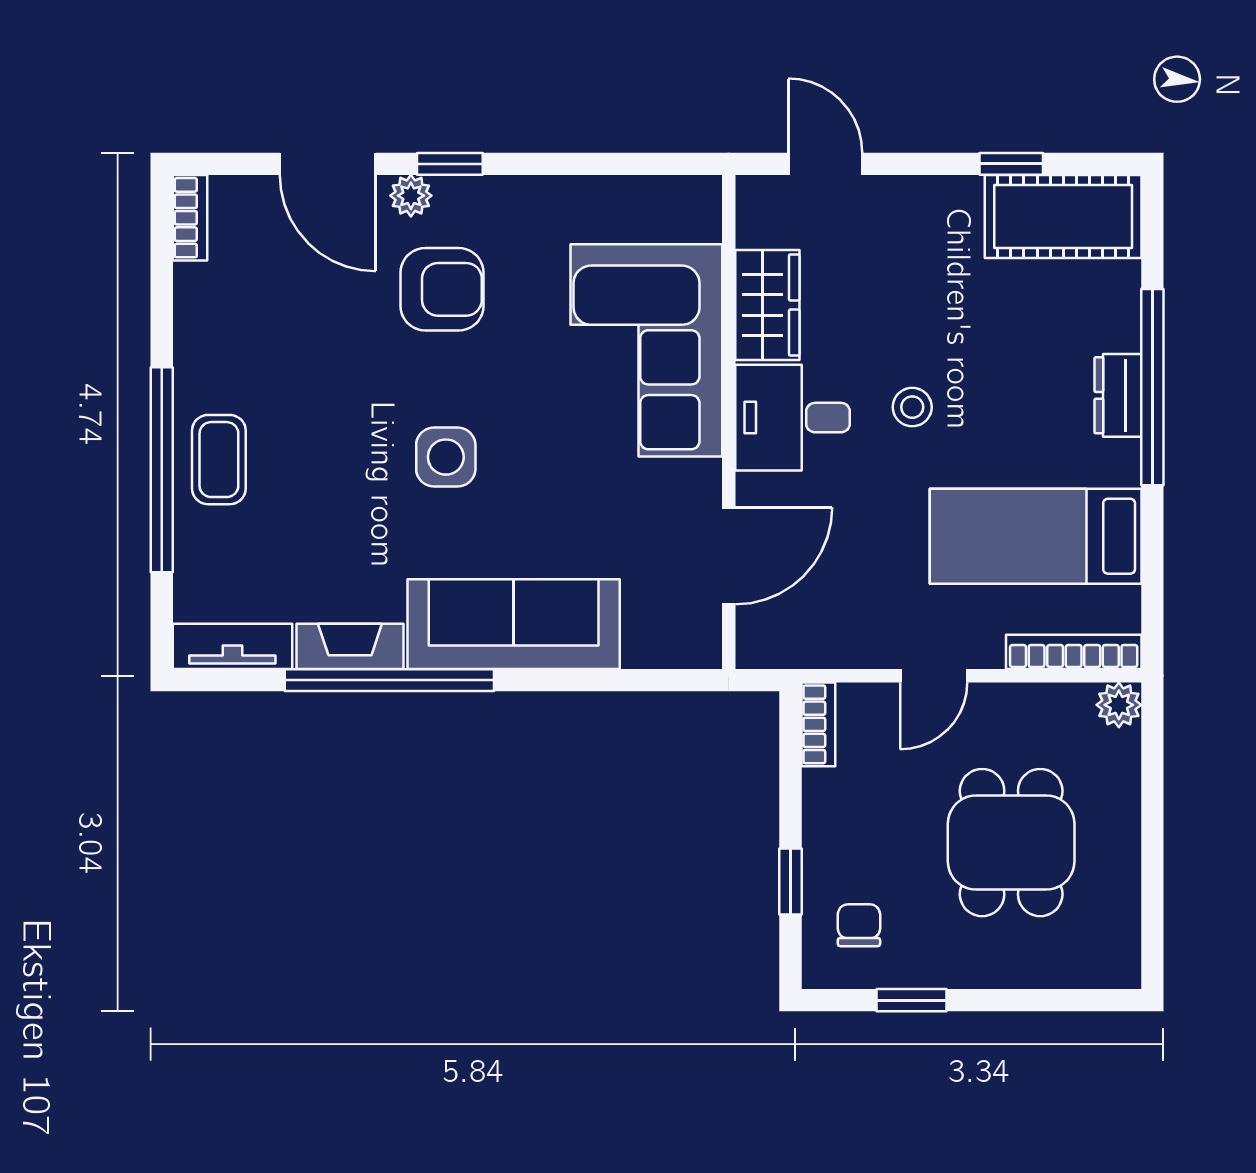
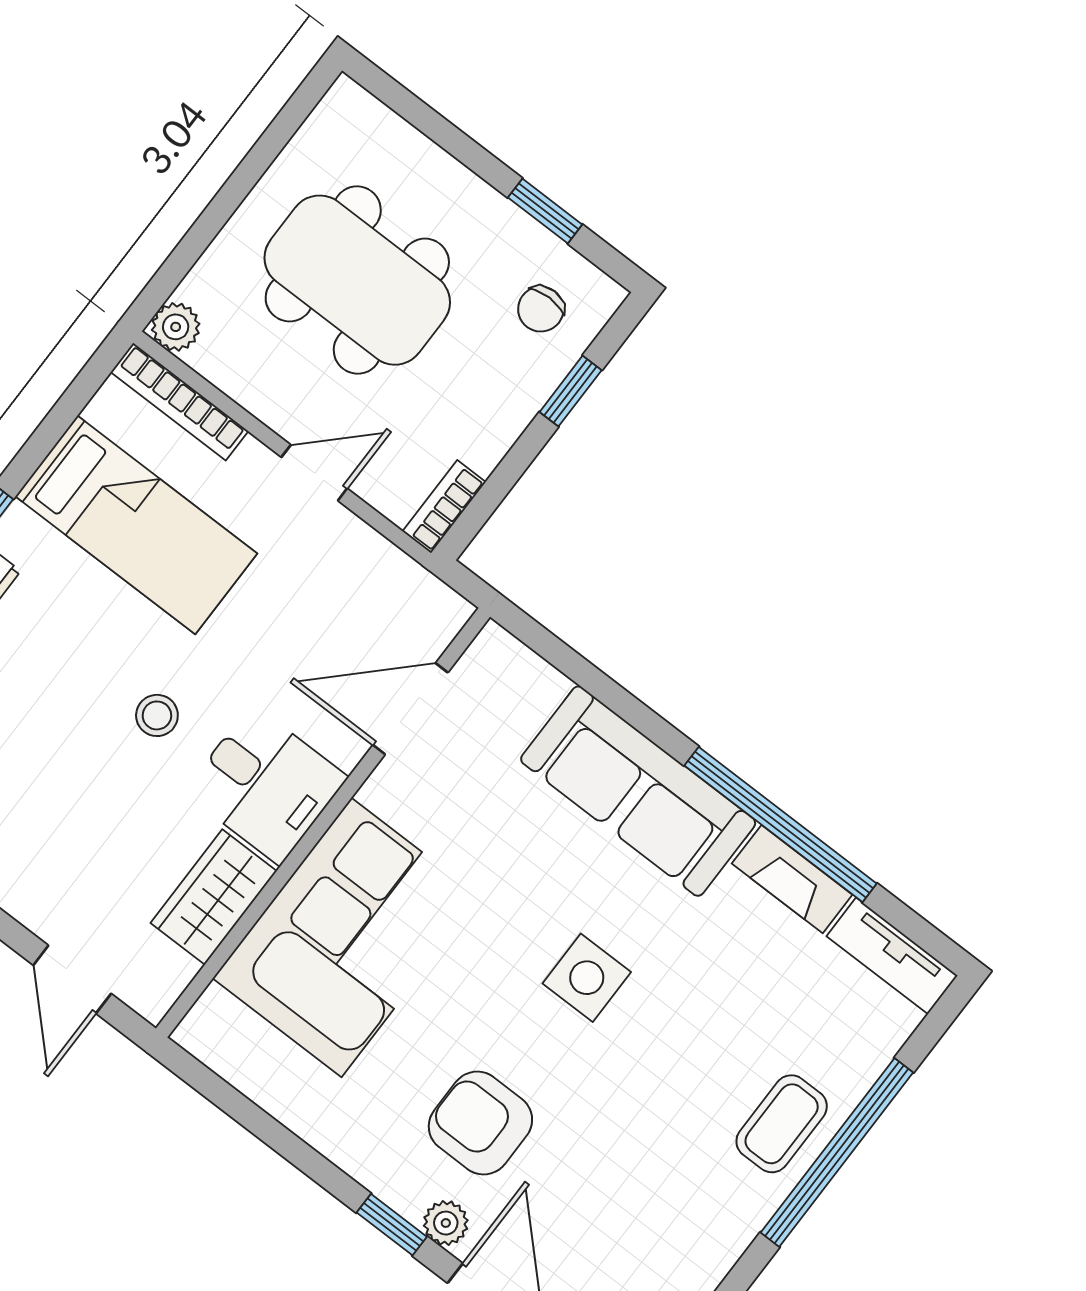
dining table: (1011, 843) -> (357, 280), width x1.37

